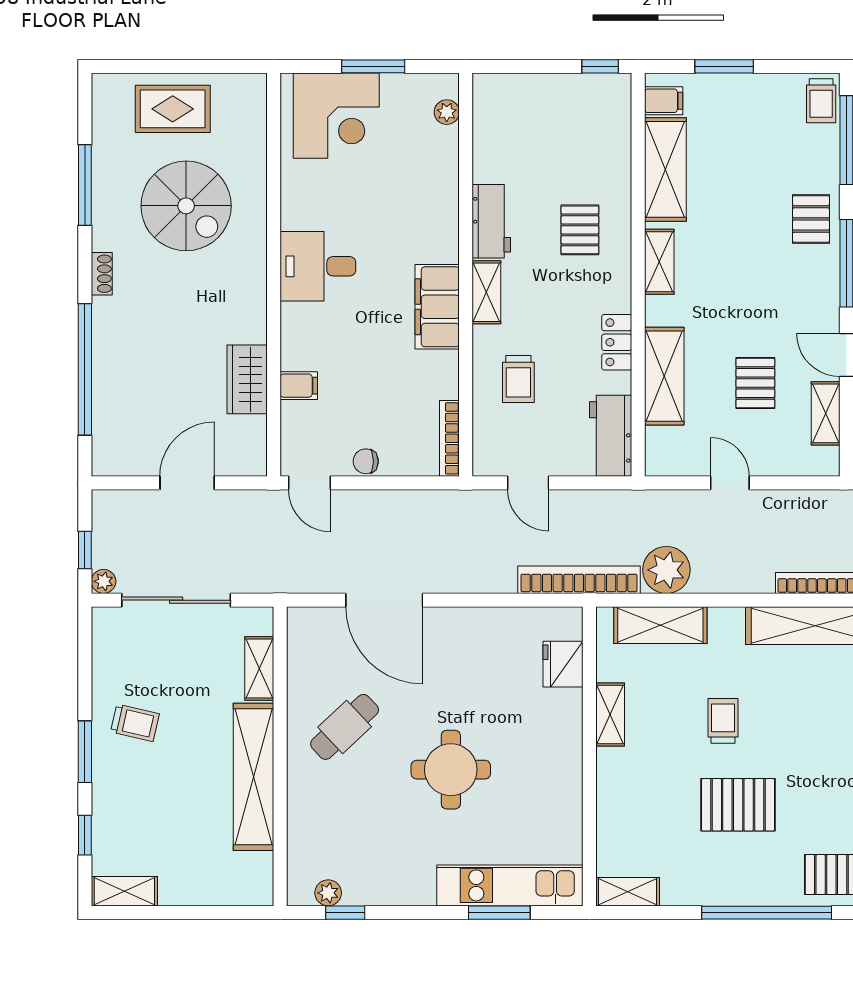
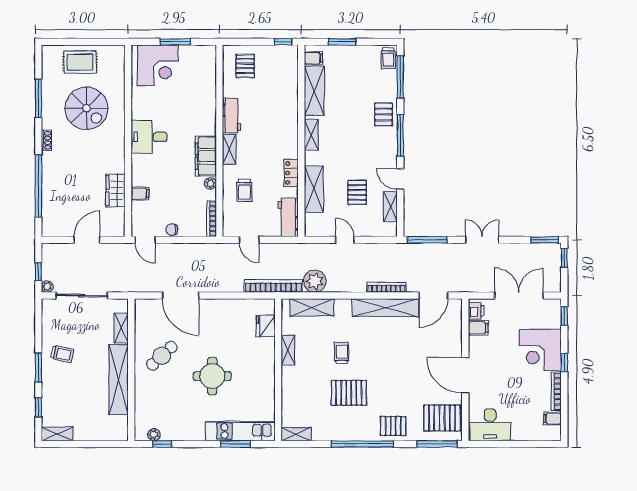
plant: (447, 112) -> (210, 183), moved
pallet: (580, 230) -> (245, 66), moved

